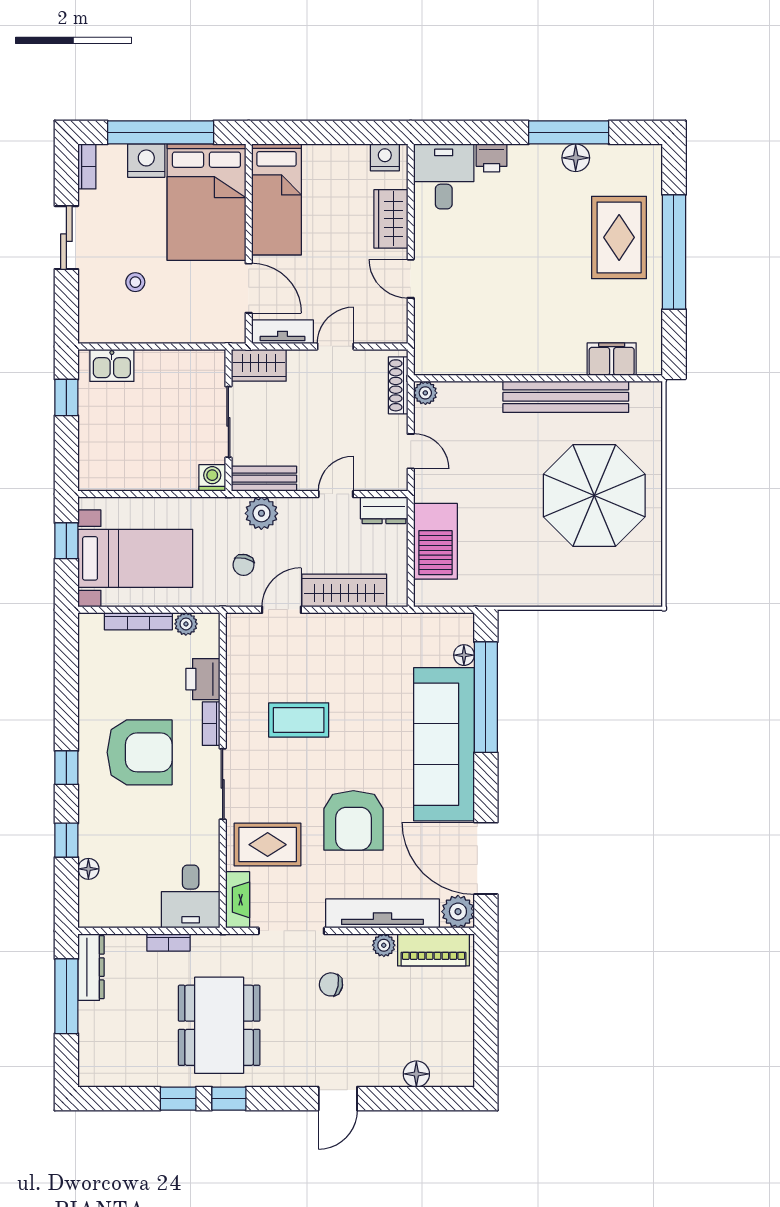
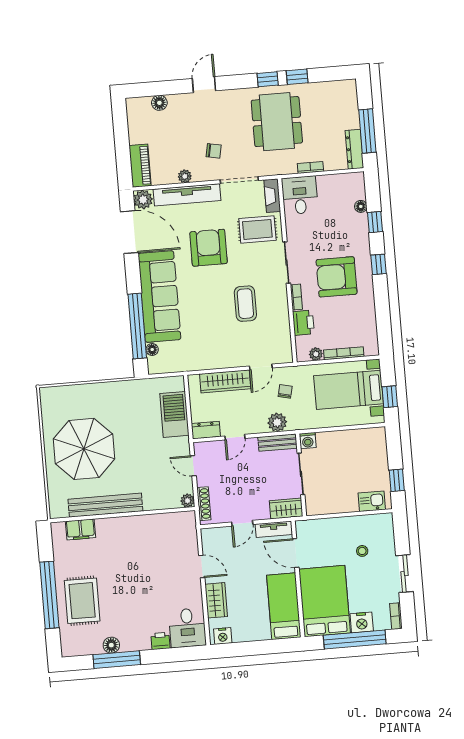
coffee table: (299, 720) -> (245, 304), turned 90
piano: (434, 950) -> (140, 166), moved, turned 90

